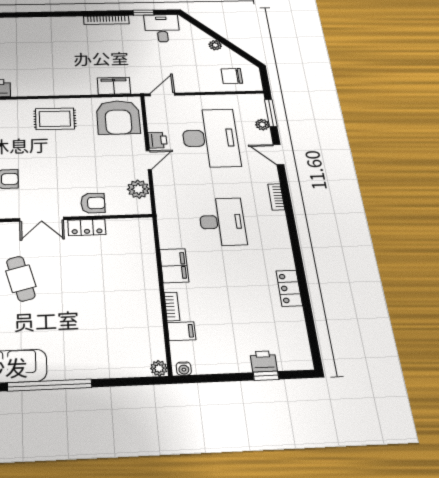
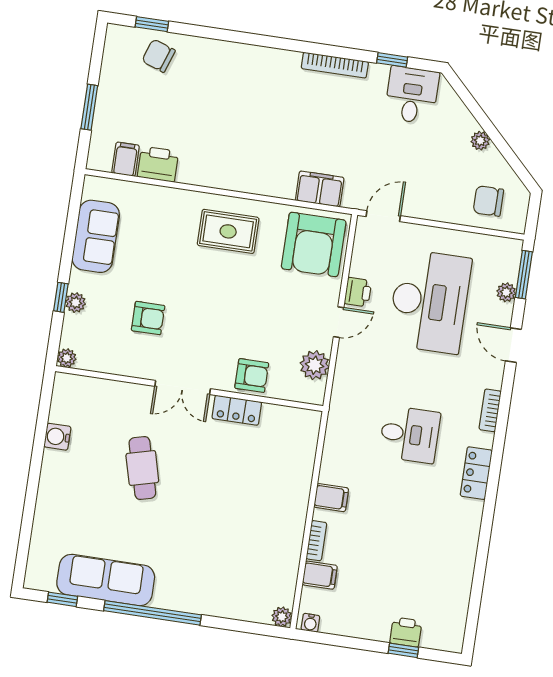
desk: (222, 222) -> (410, 434), width x0.73
filing cabinet: (174, 266) -> (331, 498), width x0.50
locker: (289, 288) -> (476, 473), moved

